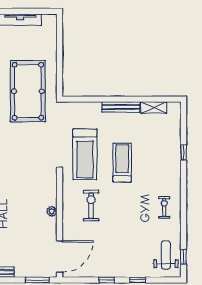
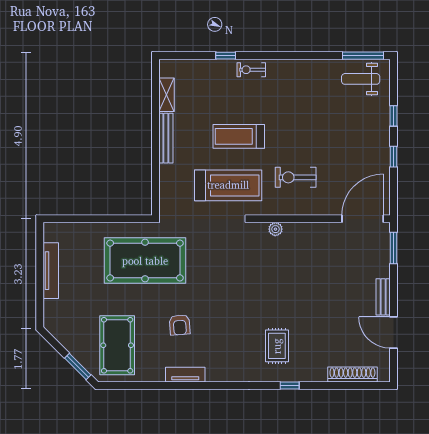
exercise bike: (164, 207) -> (251, 70), moved
plant: (52, 211) -> (275, 229), moved
door: (60, 256) -> (363, 219), hinge flipped
window: (184, 257) -> (363, 56), width x2.17

